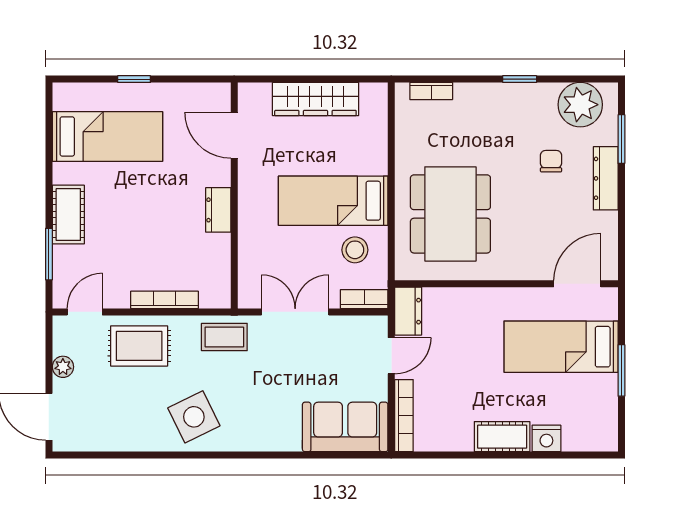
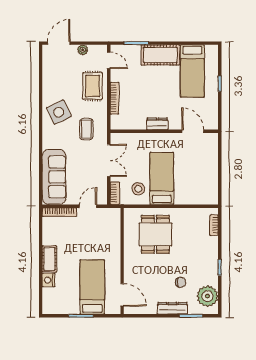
wardrobe: (315, 99) -> (210, 170), removed
door: (234, 135) -> (193, 131), hinge flipped
dining table: (450, 214) -> (155, 234), width x0.73
cot: (68, 215) -> (160, 55), width x1.37, depth x1.34
dresser: (408, 311) -> (109, 214), removed
coffee table: (224, 337) -> (86, 129), moved
door: (391, 356) -> (88, 206), swing flipped
sofa: (345, 427) -> (54, 177), width x1.36

